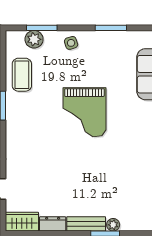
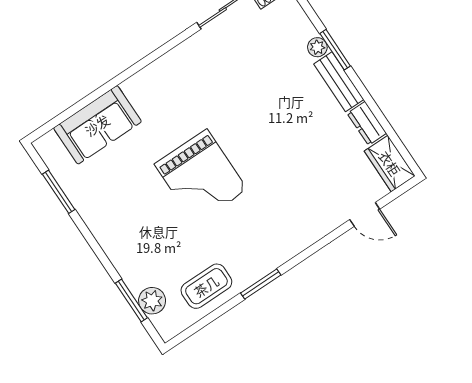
window: (111, 28) -> (59, 192), moved
side table: (71, 43) -> (126, 251), removed
grand piano: (84, 112) -> (201, 177), turned 90

